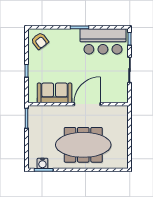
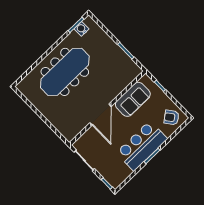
bar counter: (103, 41) -> (142, 146), moved
sofa: (54, 93) -> (133, 99), moved
wall: (78, 104) -> (107, 108), moved
door: (87, 104) -> (101, 115), moved

